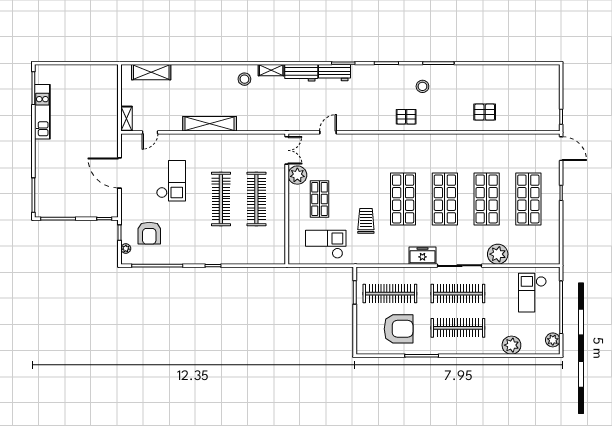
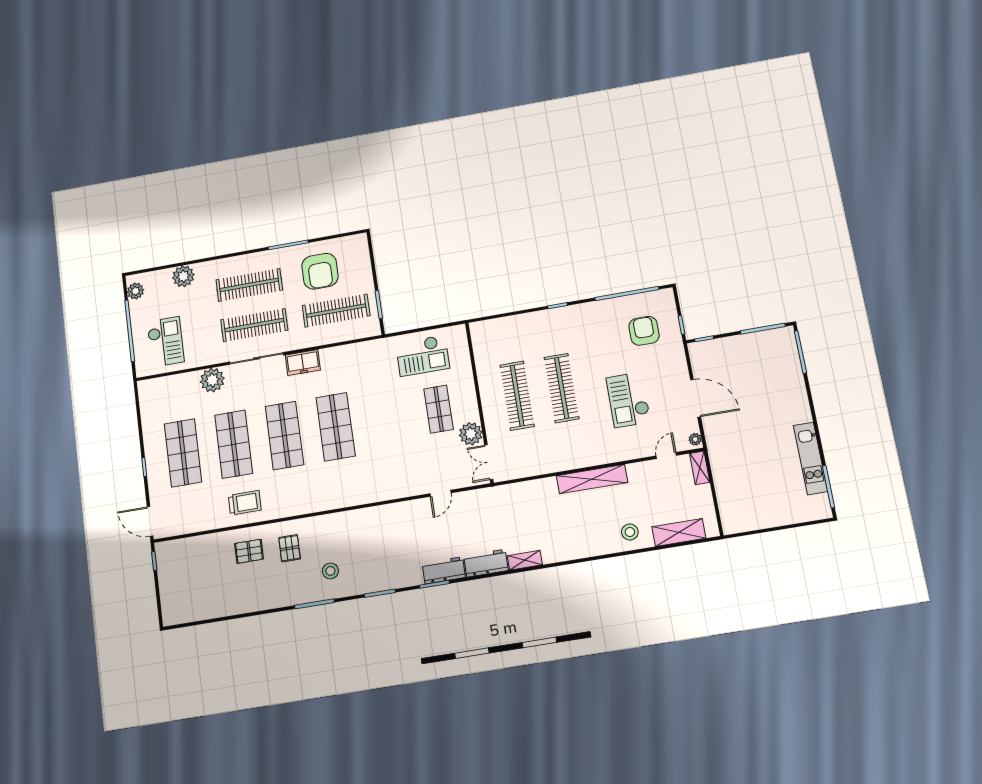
stool: (244, 79) -> (630, 532), moved
pallet: (406, 117) -> (290, 548), moved, turned 90
trolley: (366, 221) -> (245, 503), moved, turned -90
plant: (126, 248) -> (695, 439), moved
armchair: (399, 329) -> (320, 271), turned -90

